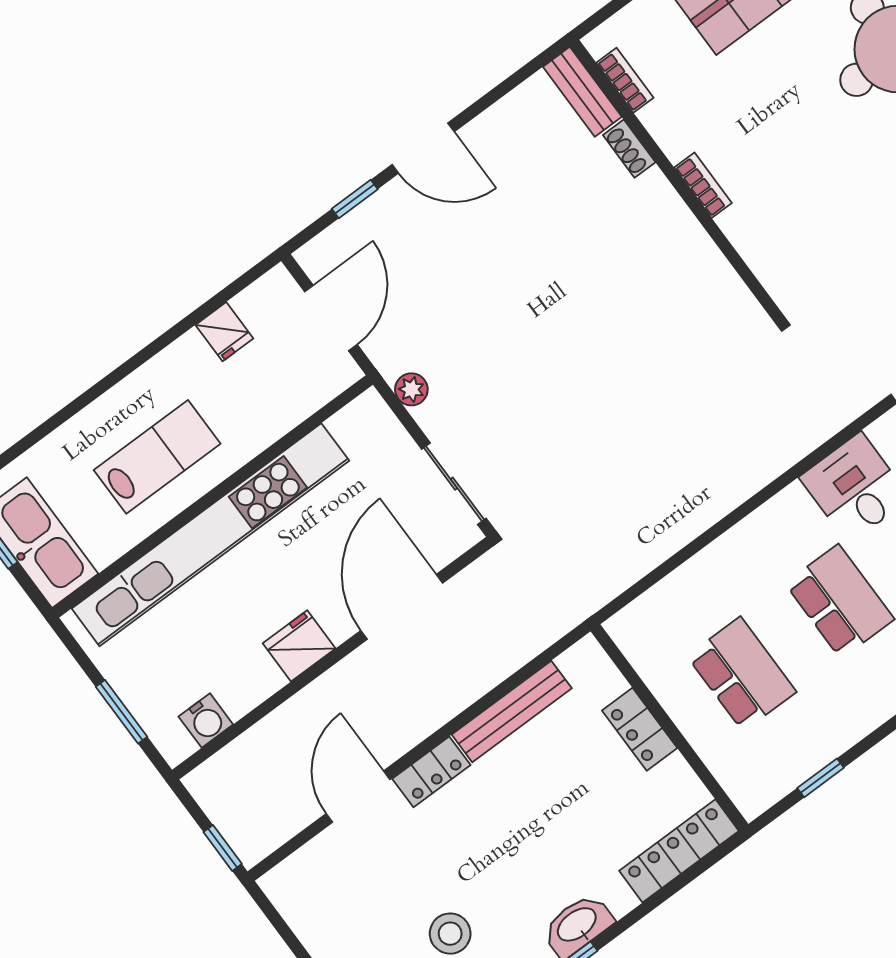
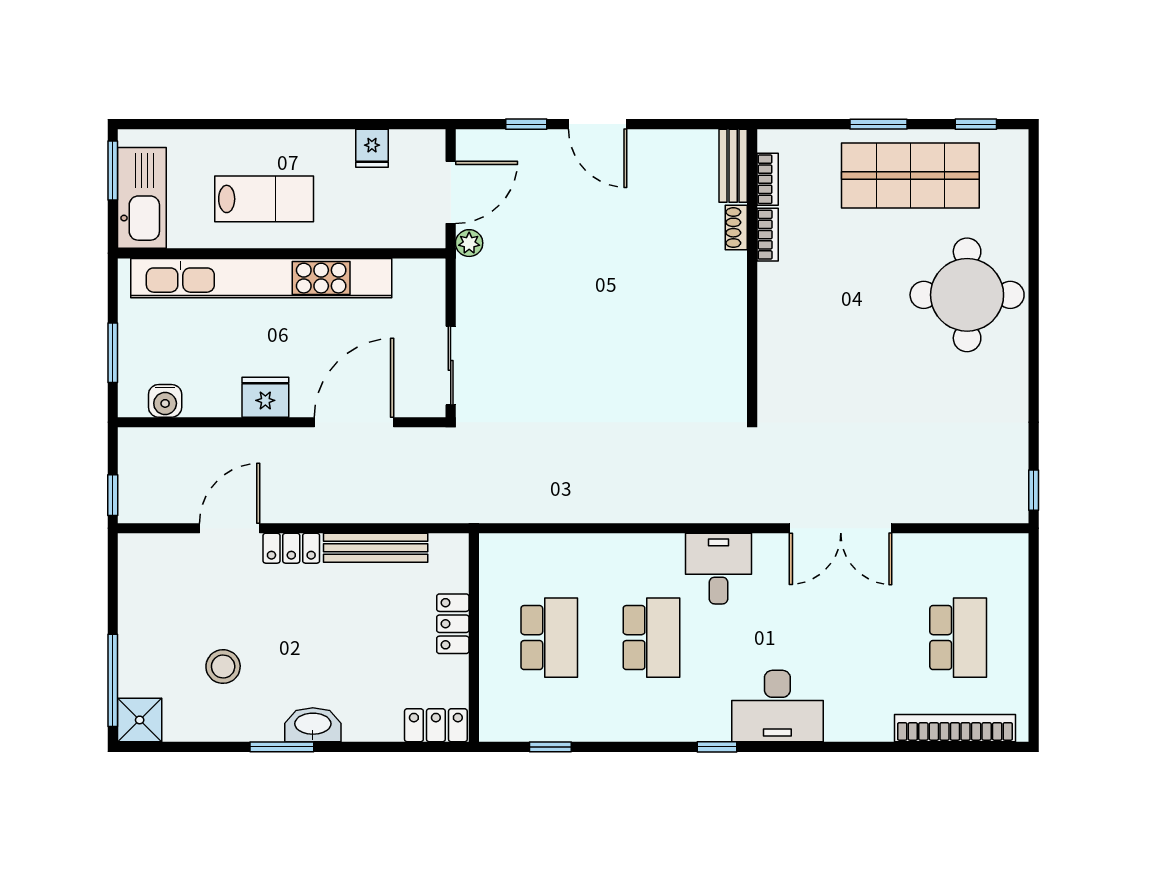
bookcase: (703, 185) -> (768, 235), moved
plant: (411, 389) -> (469, 243), moved
locker: (679, 851) -> (436, 725), width x0.66

